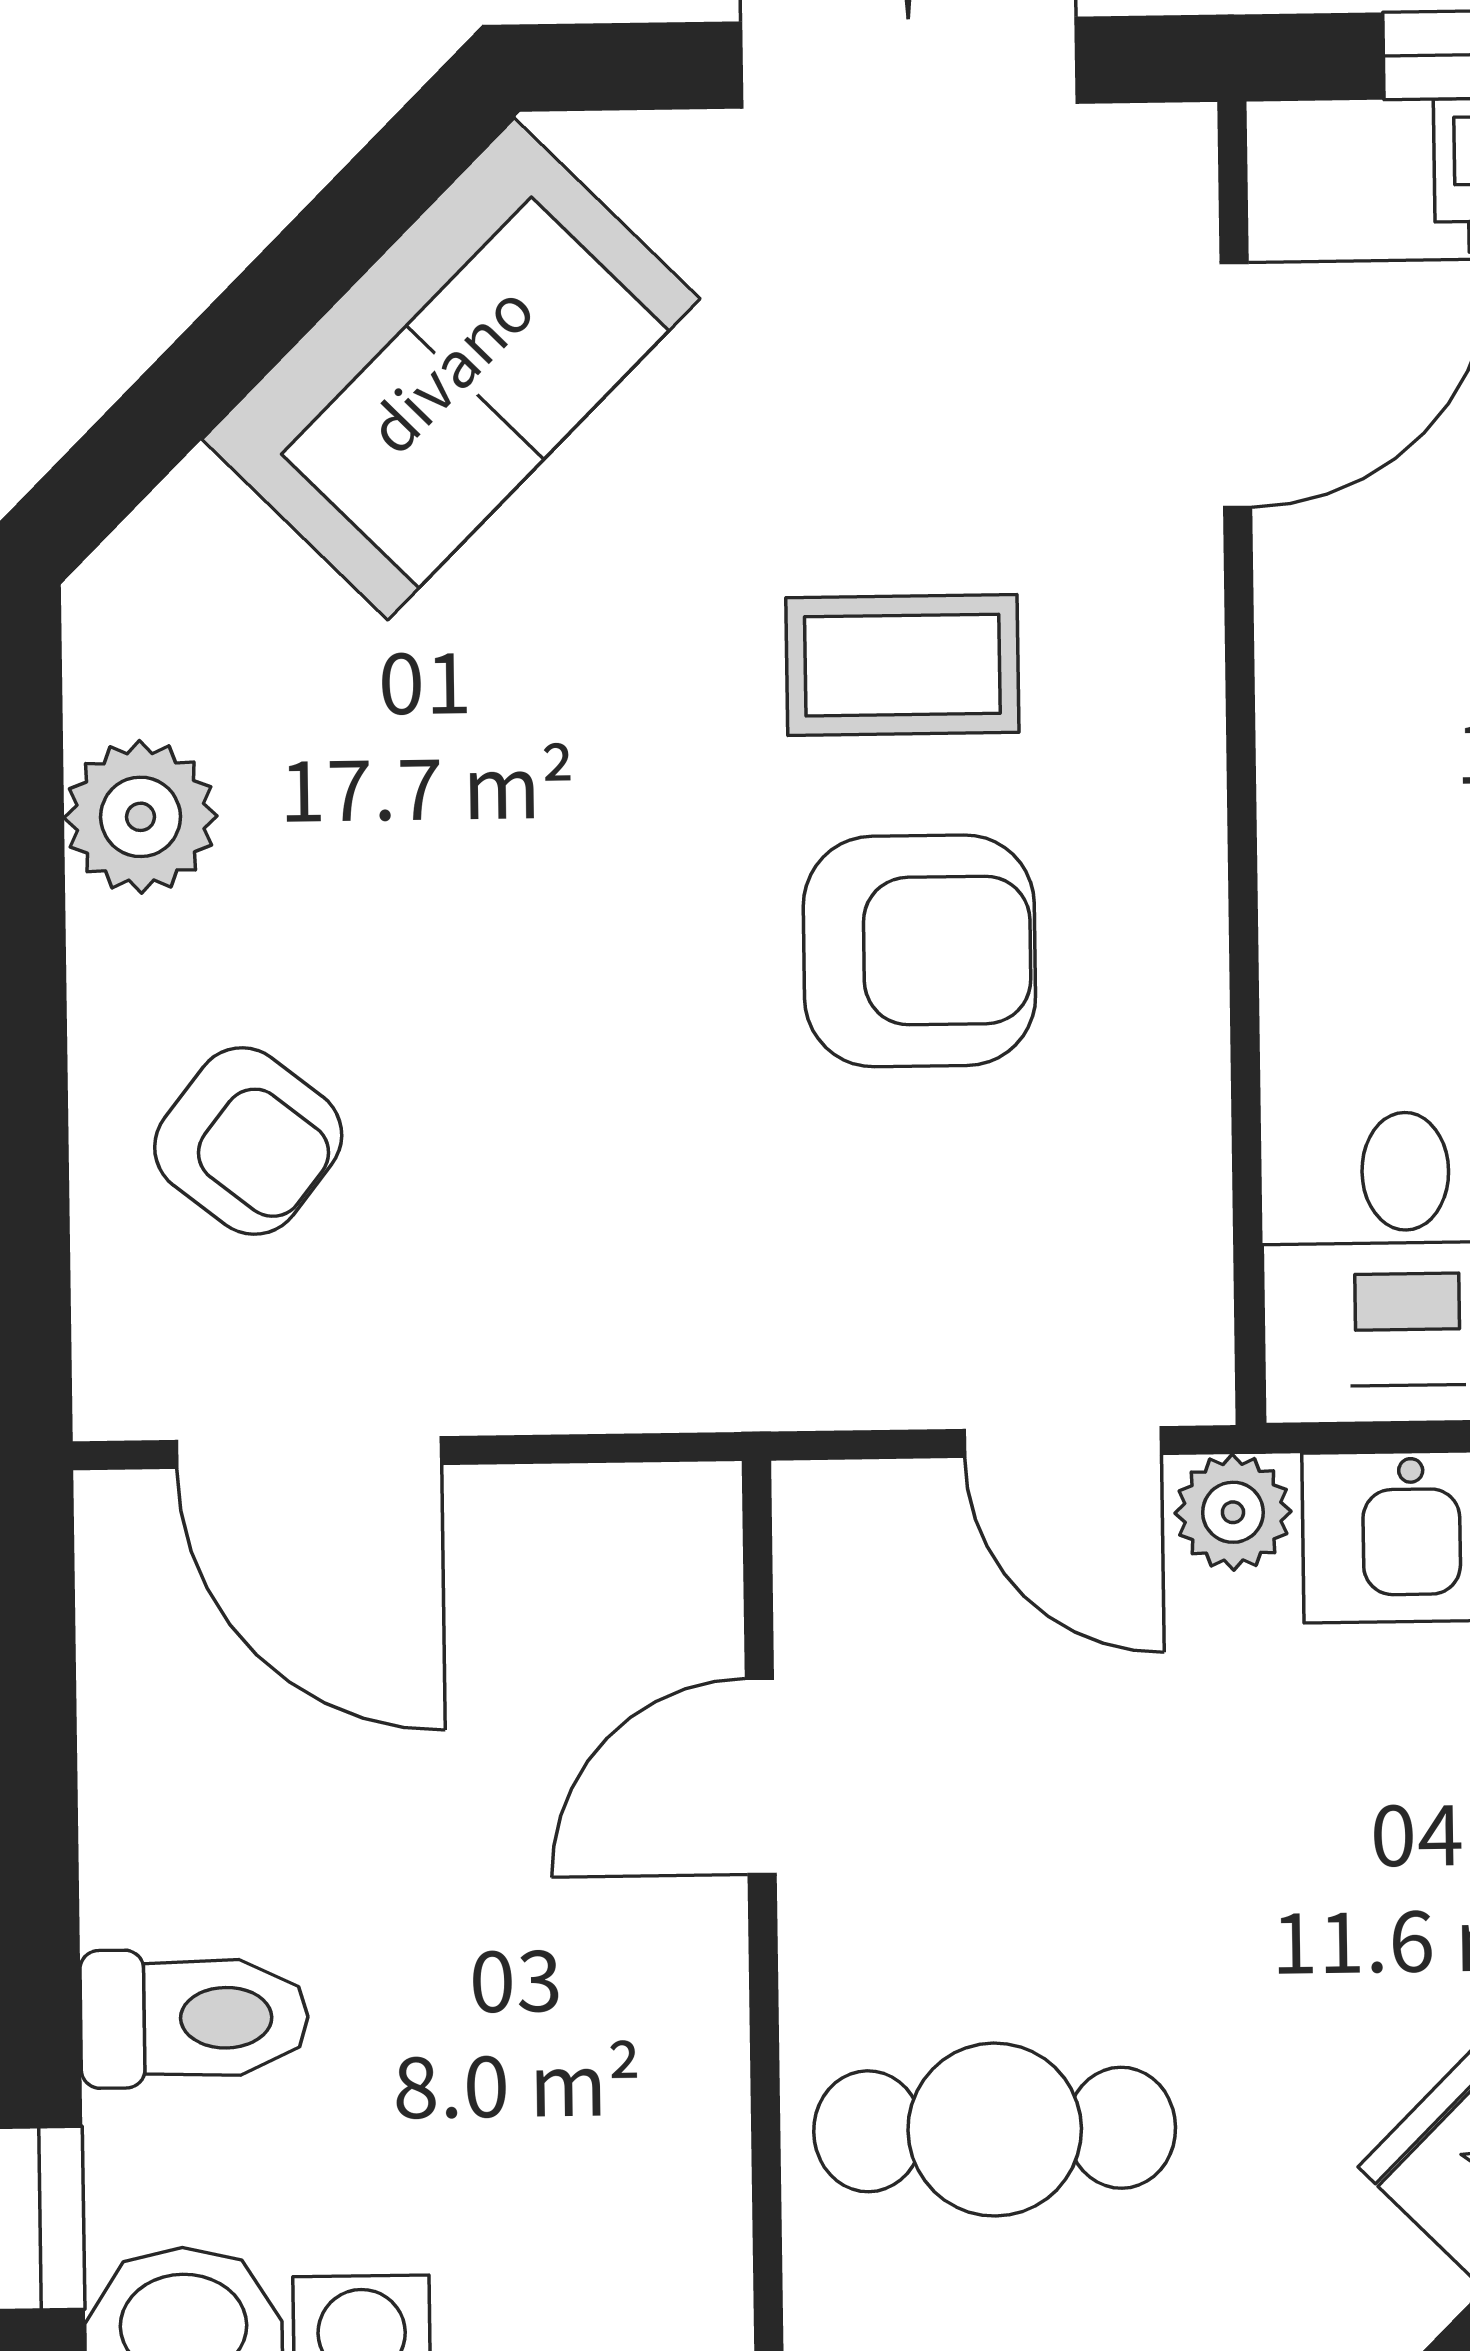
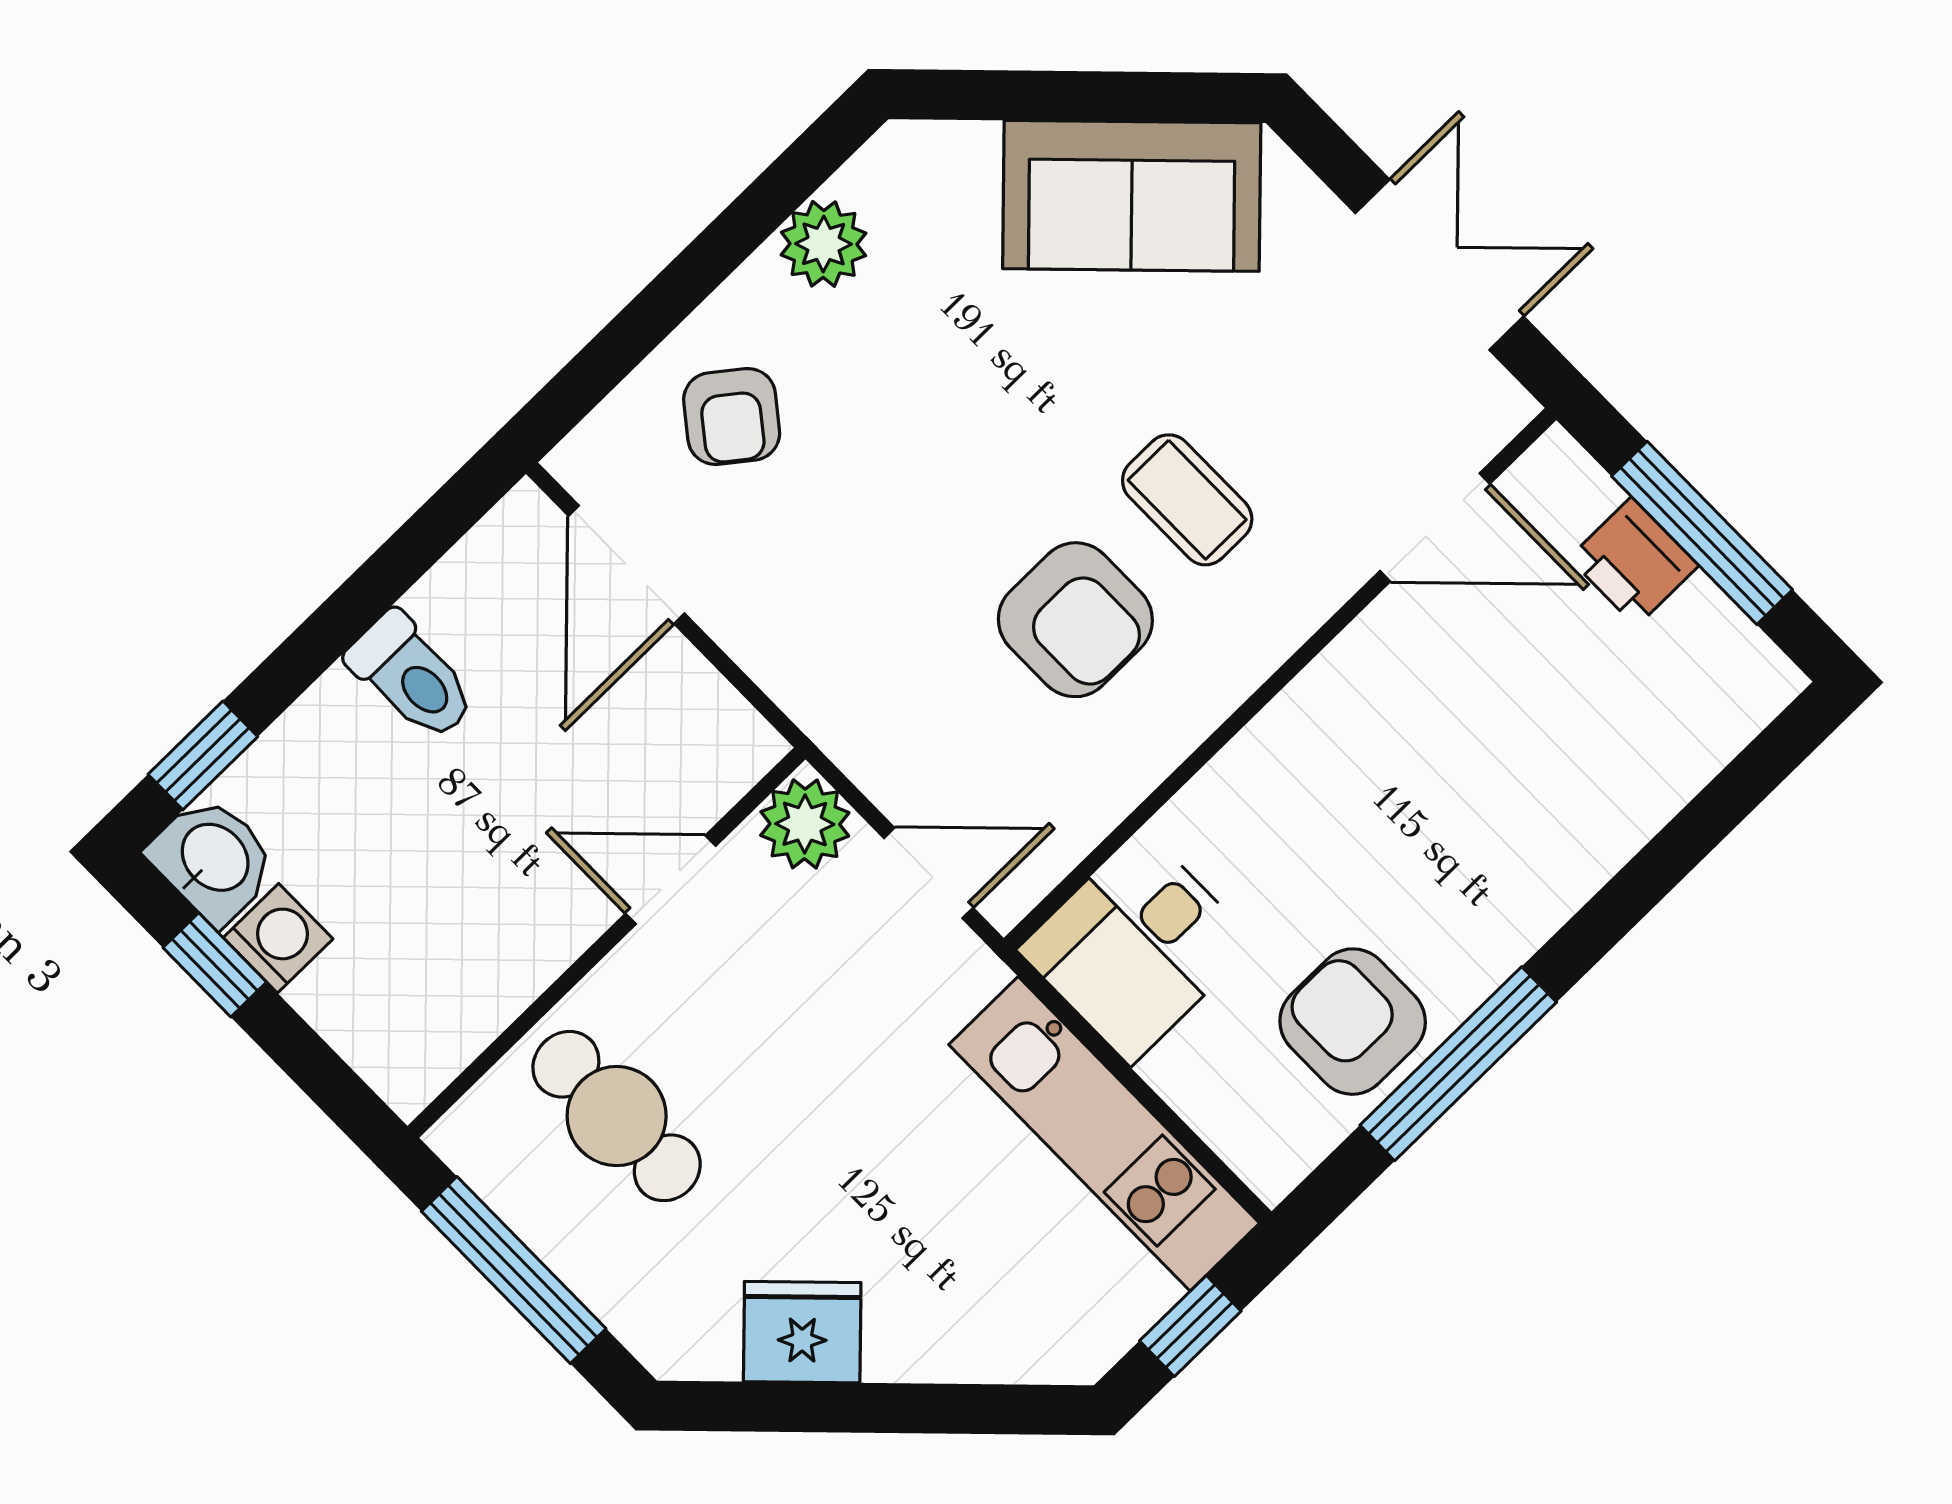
door: (1063, 1442) -> (928, 873), swing flipped
plant: (1233, 1512) -> (805, 824), moved, width x1.38, depth x1.38
toilet: (194, 2018) -> (412, 677), moved

